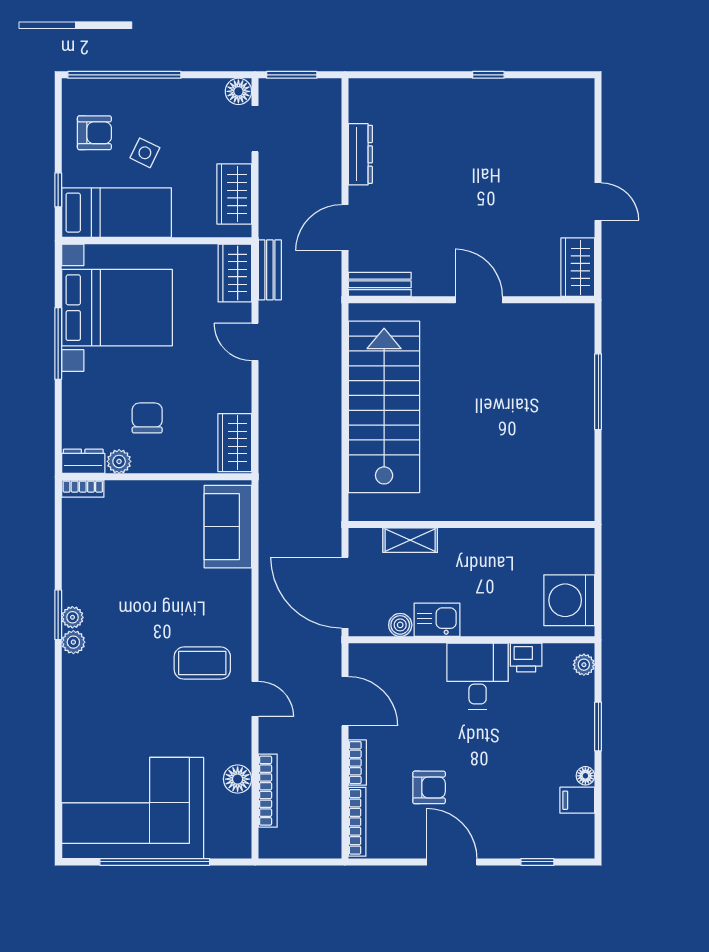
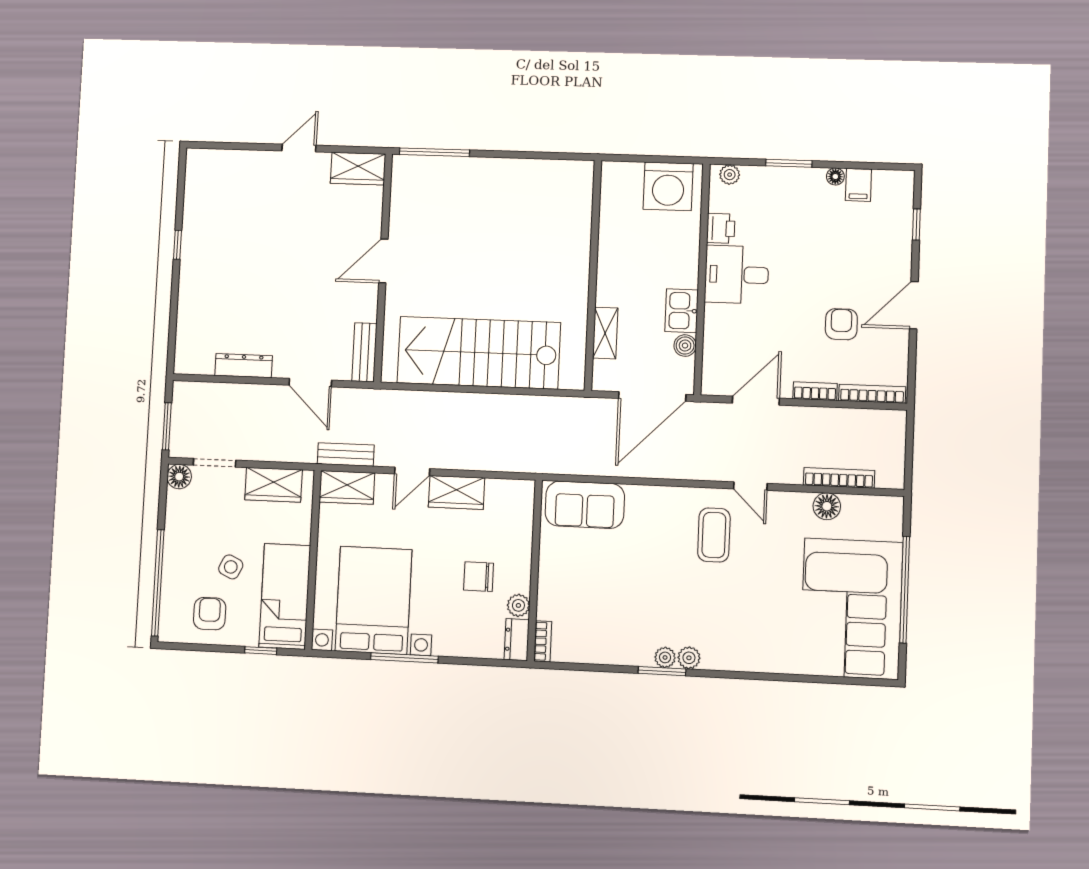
window: (598, 392) -> (434, 152), moved
wardrobe: (235, 443) -> (456, 492), moved
door: (255, 699) -> (750, 486), swing flipped

